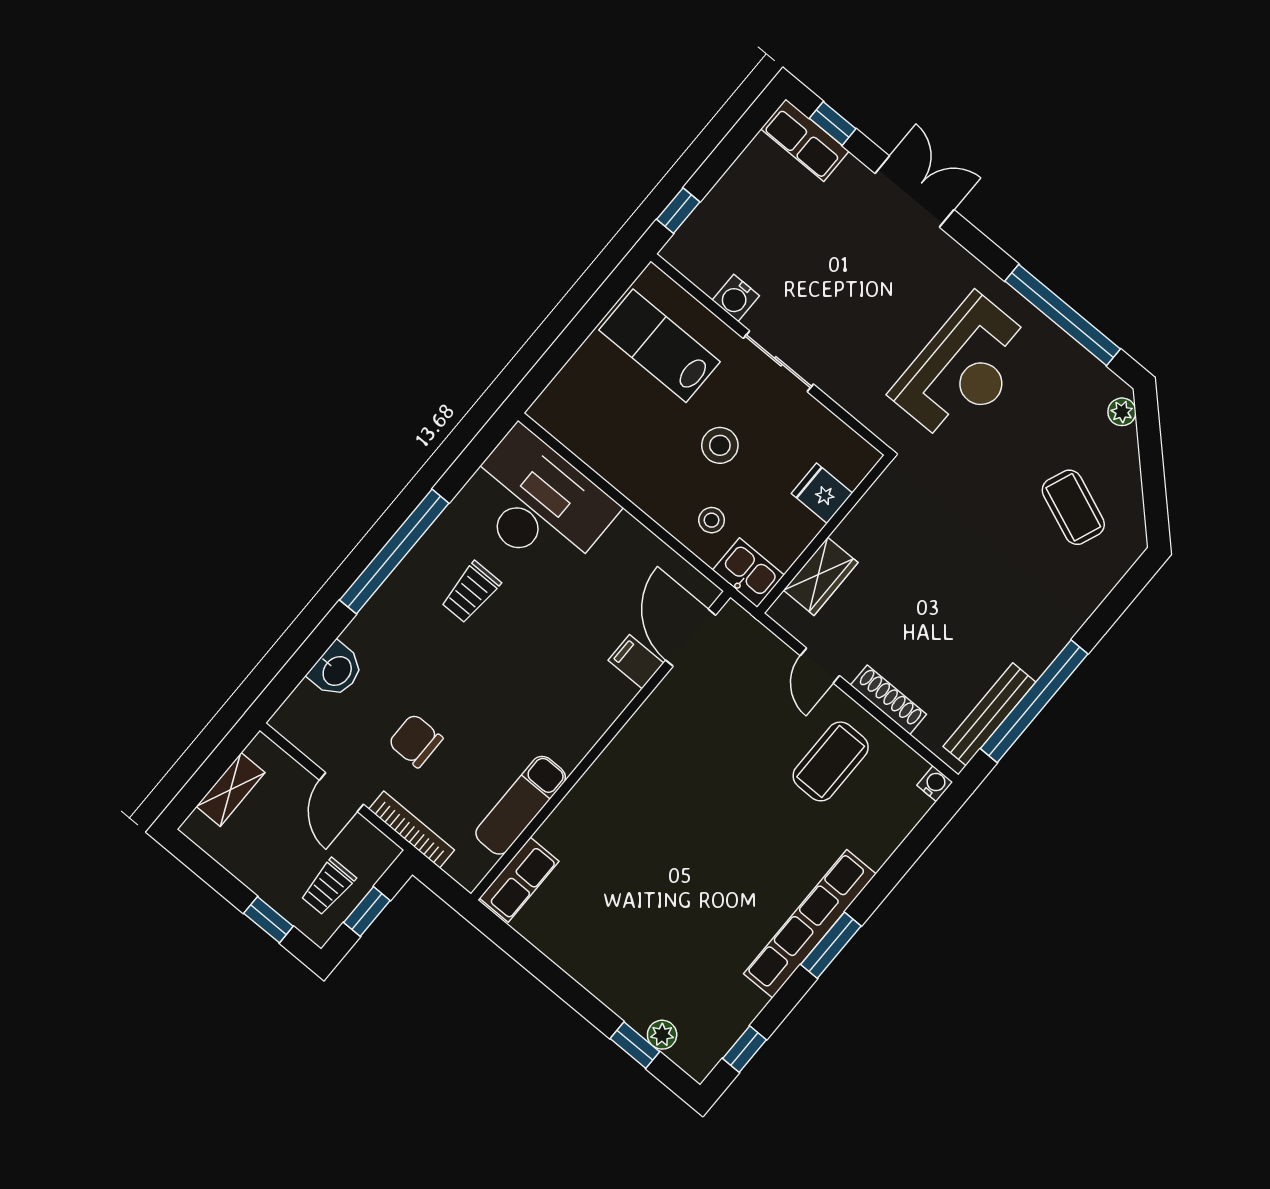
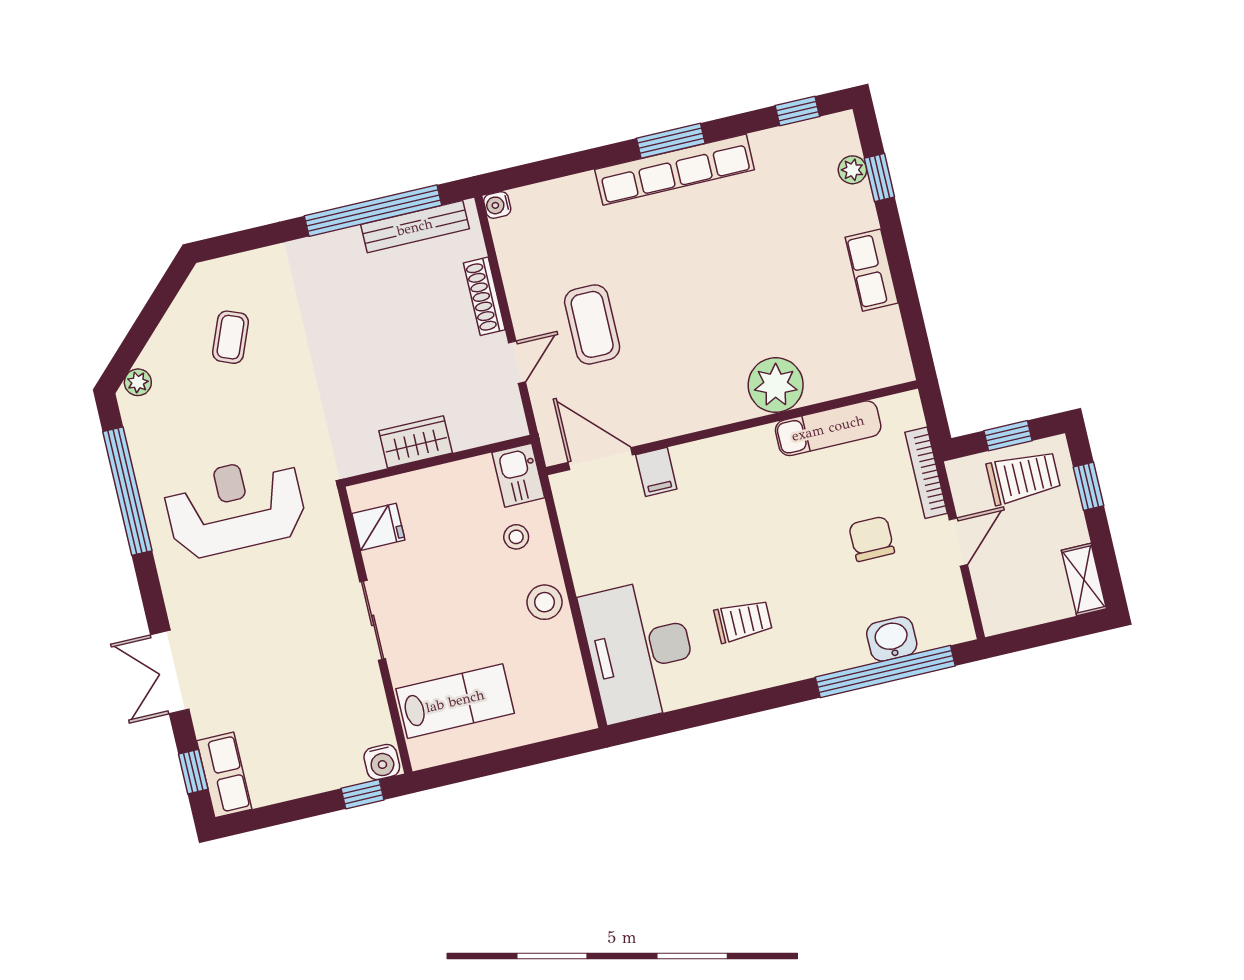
water cooler: (736, 298) -> (382, 762), moved, turned 90
lab bench: (660, 346) -> (455, 701), turned -90
stool: (720, 445) -> (545, 602), moved
fridge: (822, 493) -> (378, 527), moved, turned -90
coffee table: (1073, 507) -> (231, 337), width x0.73, depth x0.77
window: (394, 552) -> (885, 672), moved
wardrobe: (821, 576) -> (416, 442), moved
door: (691, 638) -> (600, 459), swing flipped
chair: (416, 741) -> (872, 539), turned 180
coffee table: (831, 761) -> (592, 324), moved, turned 90
shelving: (231, 790) -> (1084, 579), moved, turned 90
plant: (591, 808) -> (776, 385), added
row of seats: (519, 880) -> (872, 270), moved, turned -90
trolley: (328, 887) -> (1023, 477), width x1.36, depth x1.39

